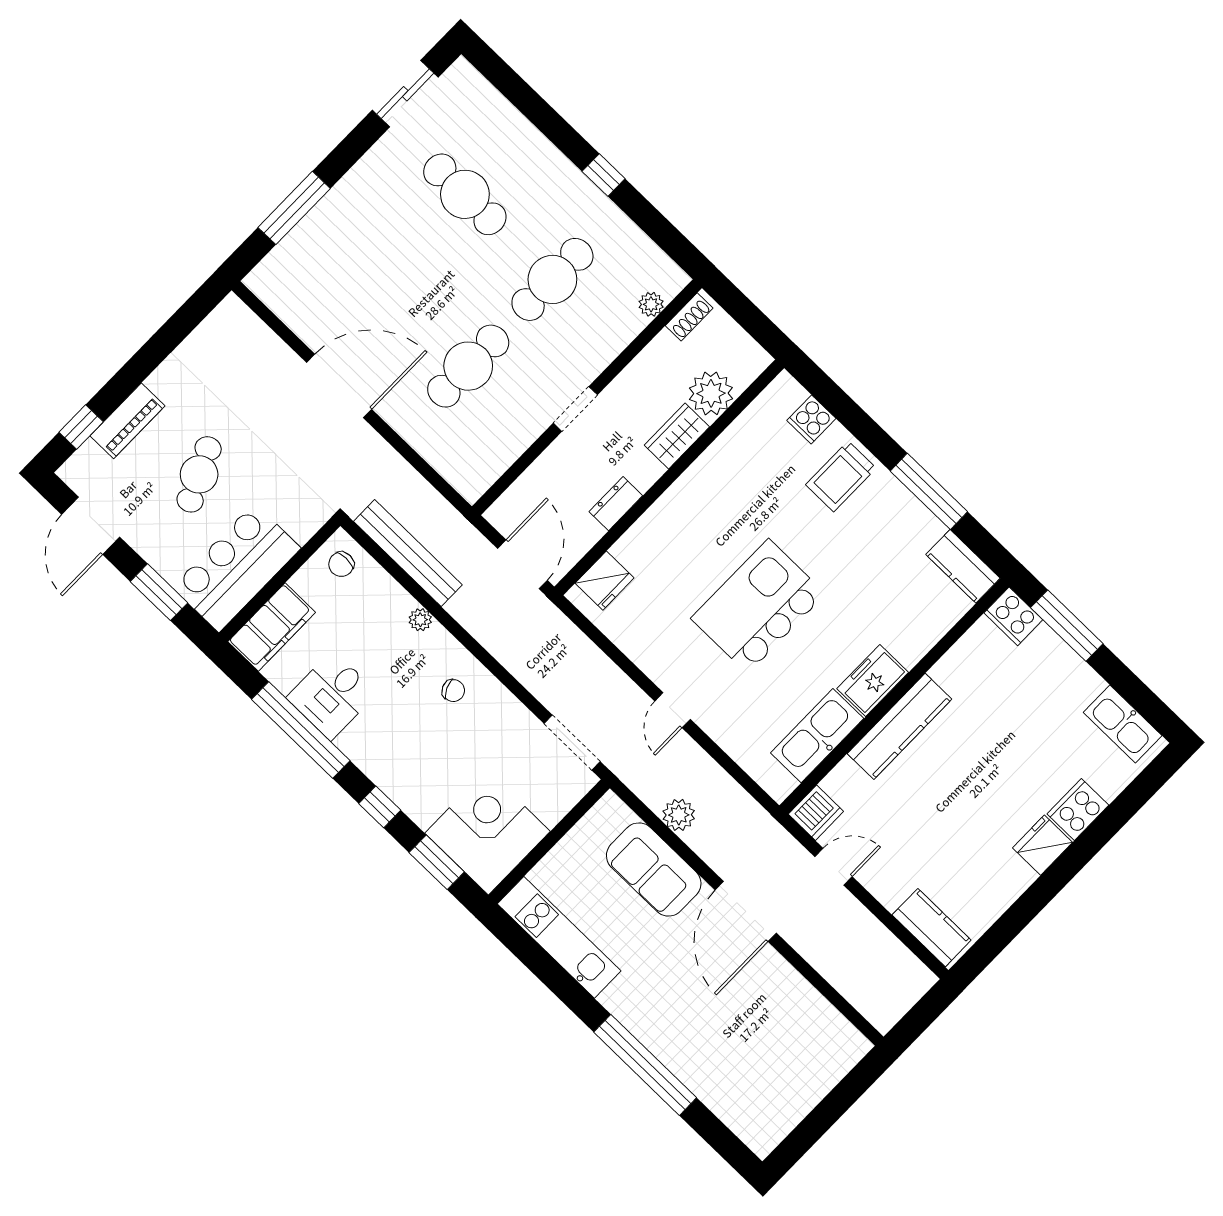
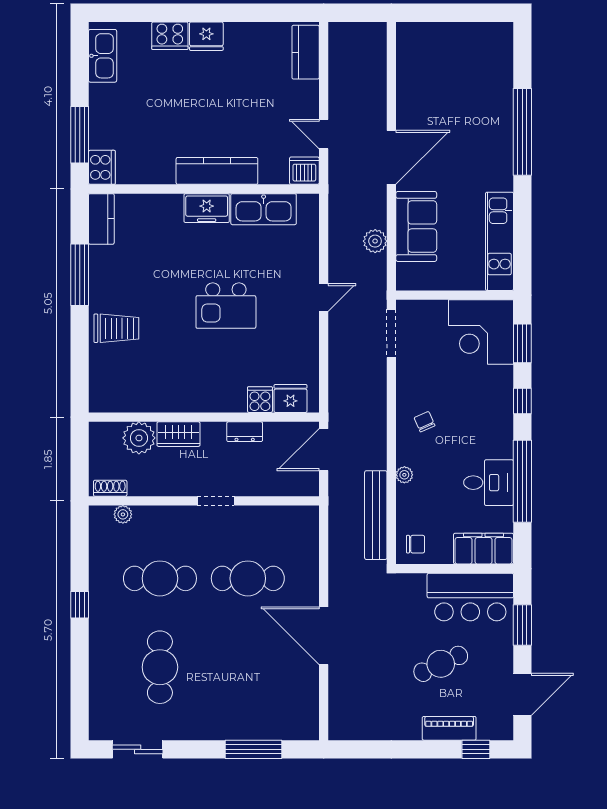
cooker: (811, 419) -> (260, 400), moved, turned -90
kitchen island: (758, 606) -> (226, 306), width x0.73, depth x0.78

